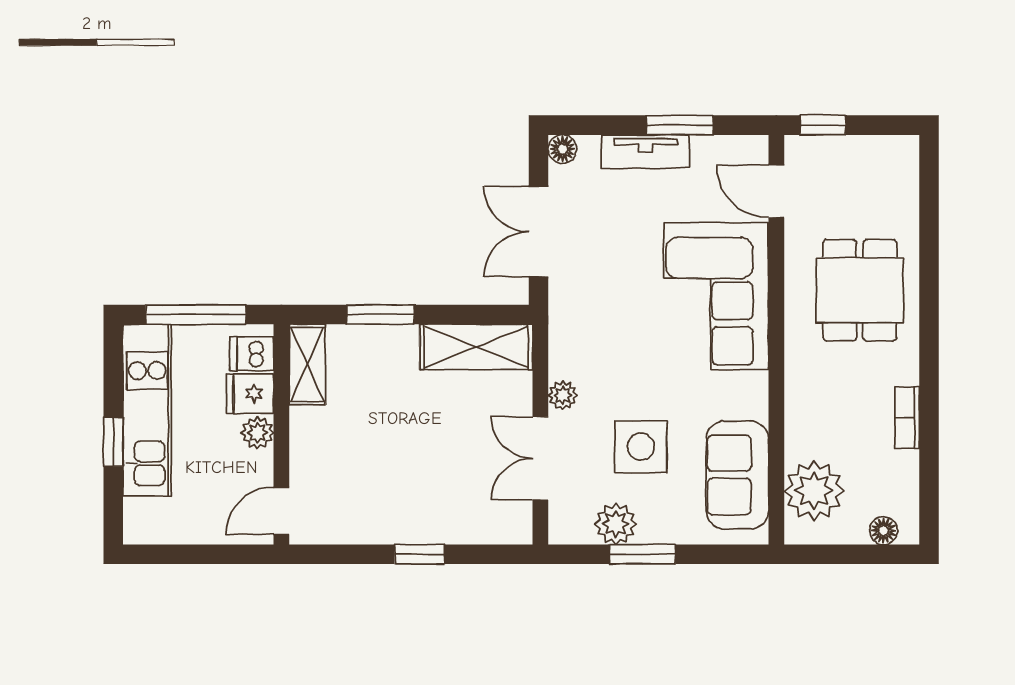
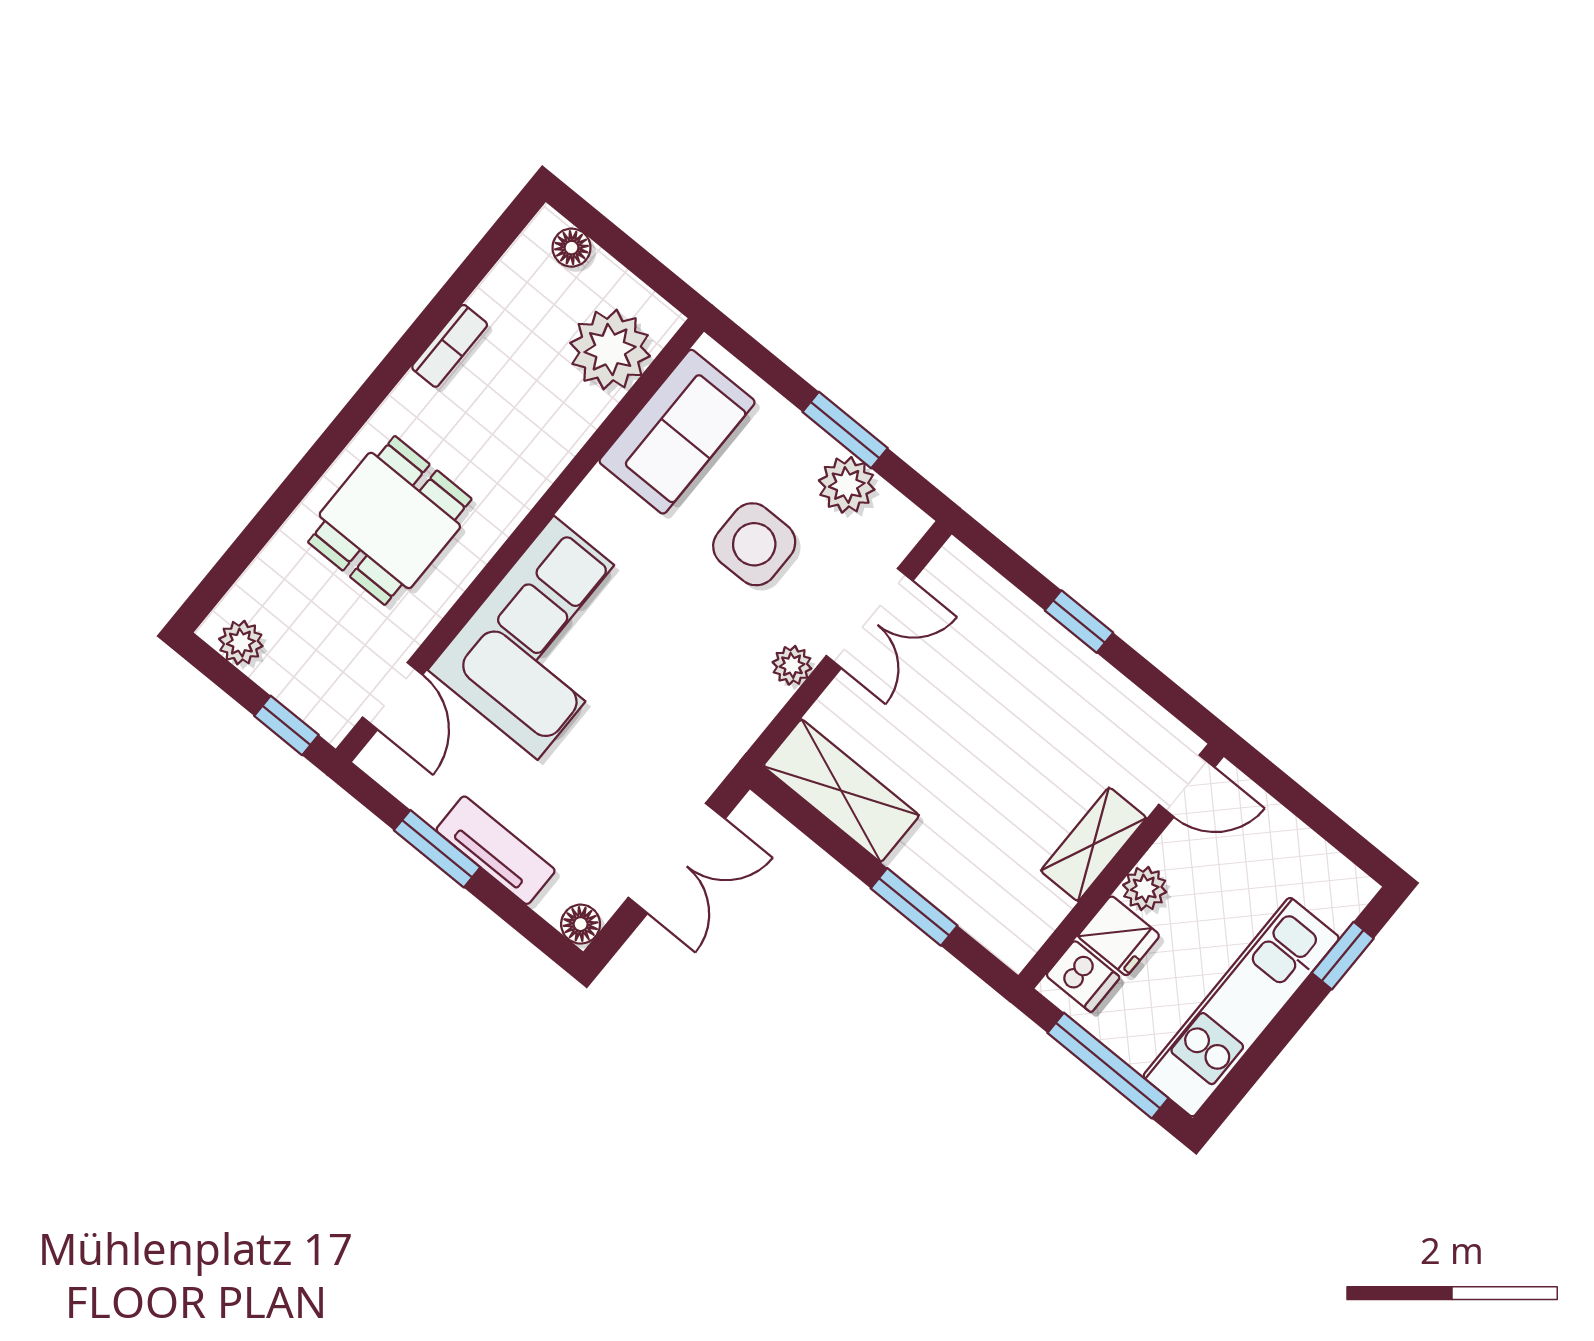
plant: (888, 151) -> (241, 643), added
shelving: (307, 364) -> (1094, 844), moved
window: (113, 442) -> (1343, 956), moved

